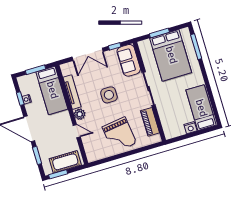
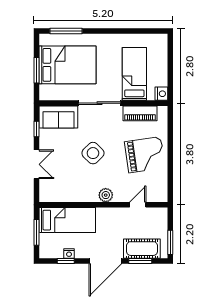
double door: (88, 54) -> (37, 164), width x0.73
tv unit: (72, 92) -> (77, 196), removed
side table: (109, 95) -> (93, 153), turned 45
bed: (201, 108) -> (134, 74), moved, turned 90
nightstand: (190, 128) -> (161, 94), moved
door: (77, 131) -> (138, 205), moved
cot: (65, 162) -> (142, 249), moved, turned 90

